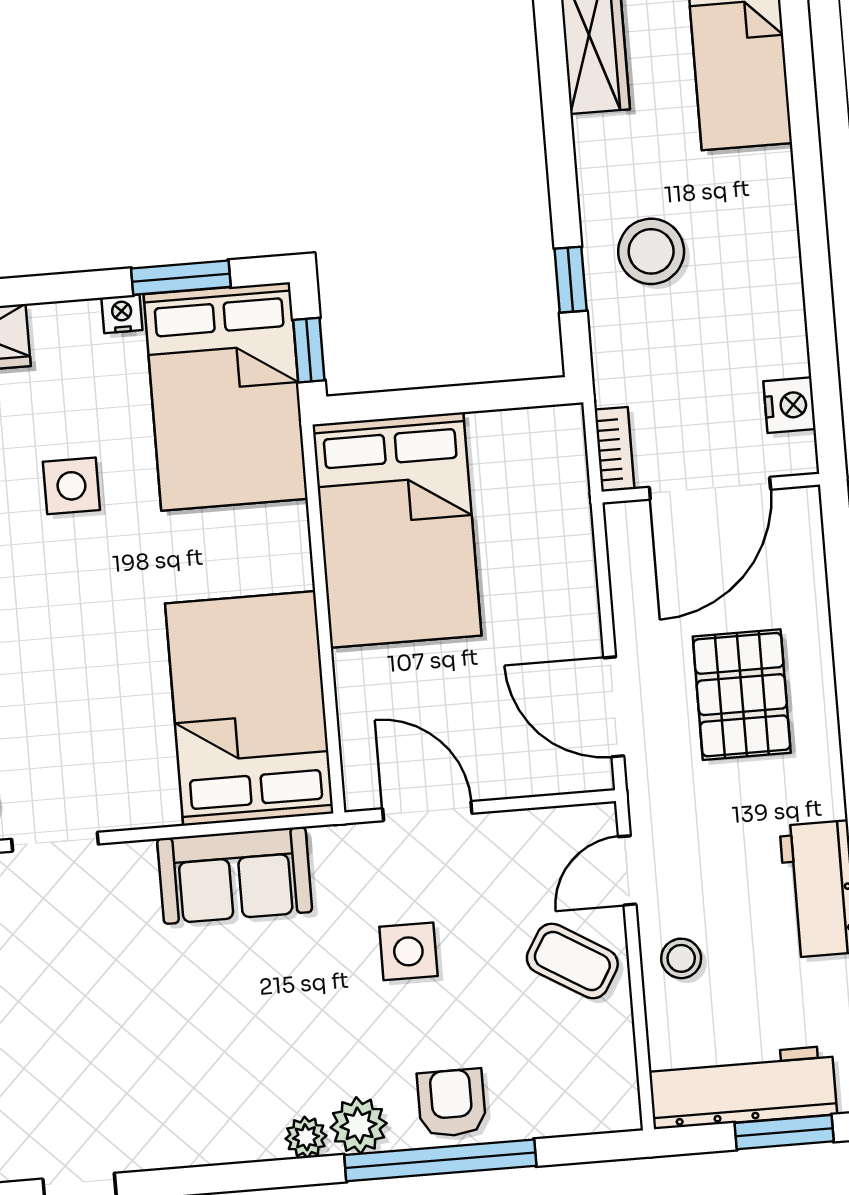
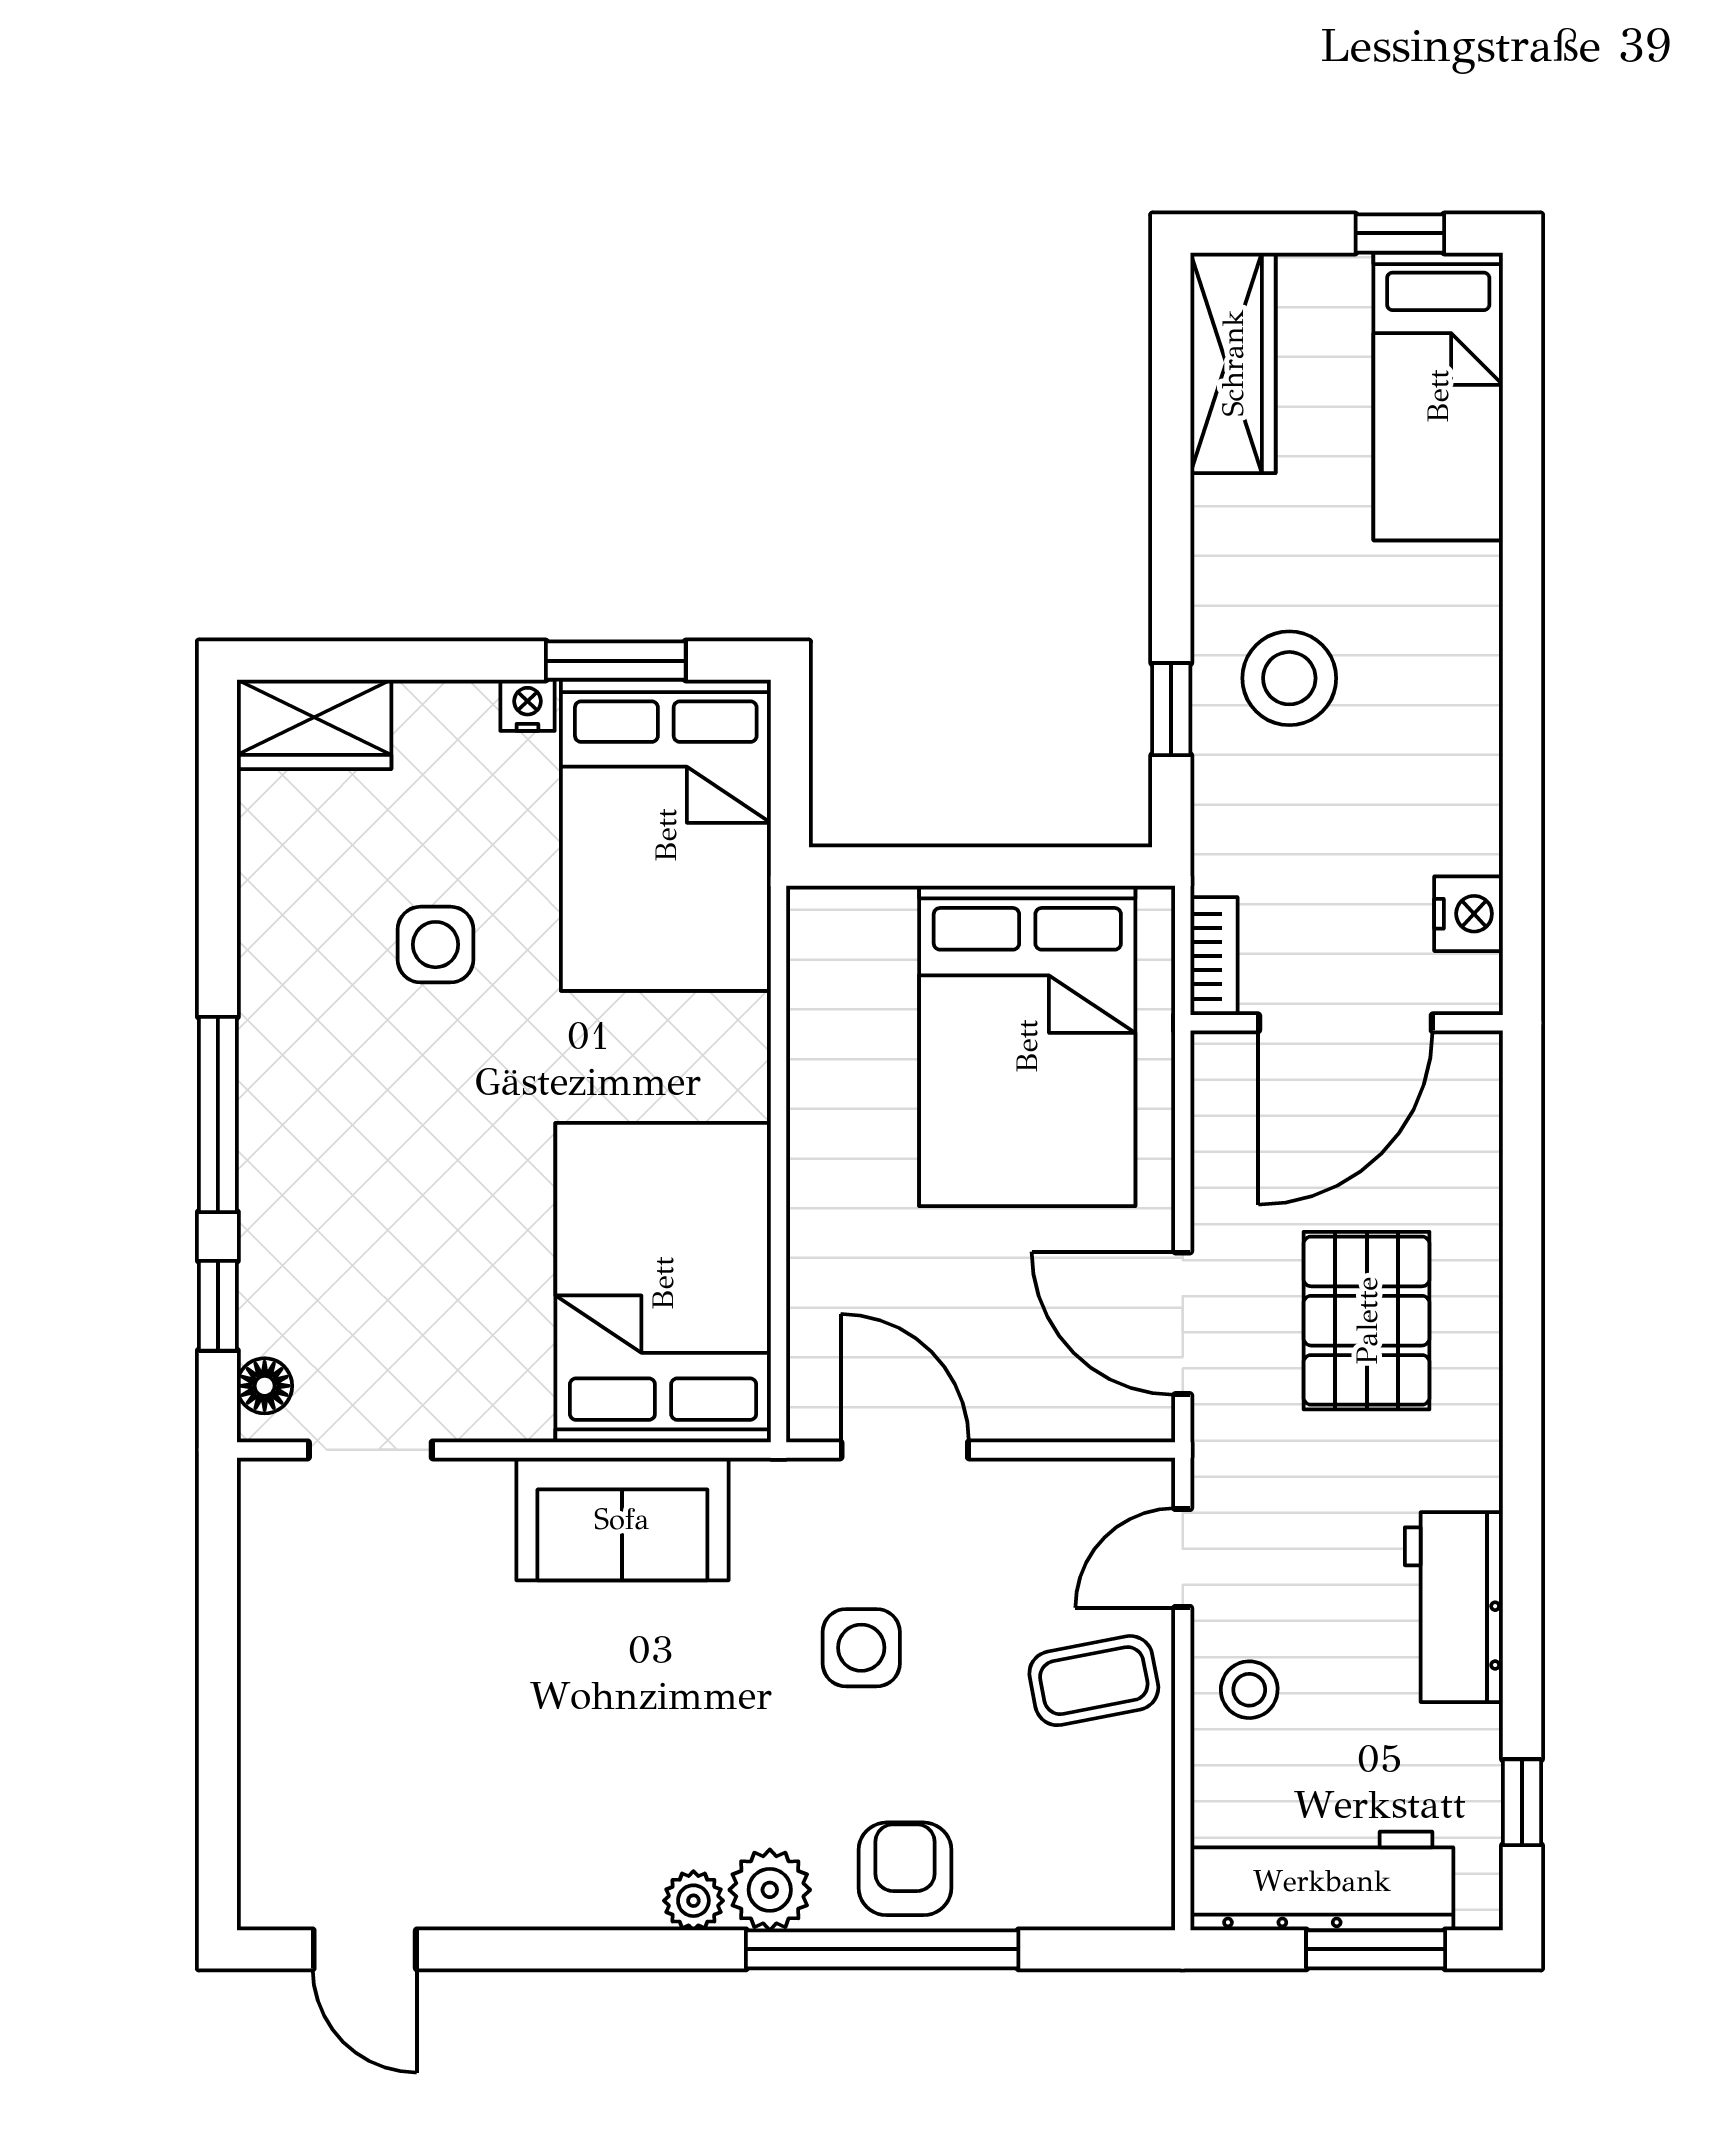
window: (309, 350) -> (790, 779), removed
bed: (397, 530) -> (1027, 1046), moved
coffee table: (572, 961) -> (1094, 1681), turned -42

